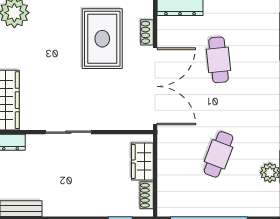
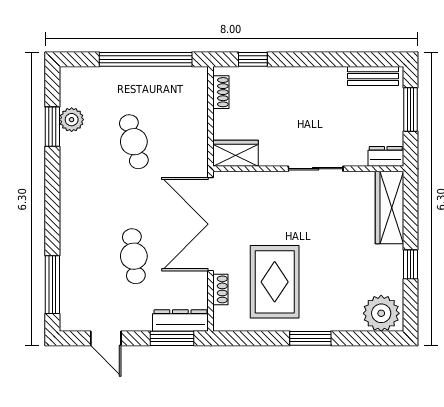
cafe table: (219, 154) -> (134, 142), turned -36
wardrobe: (142, 161) -> (236, 153), moved, turned -90

